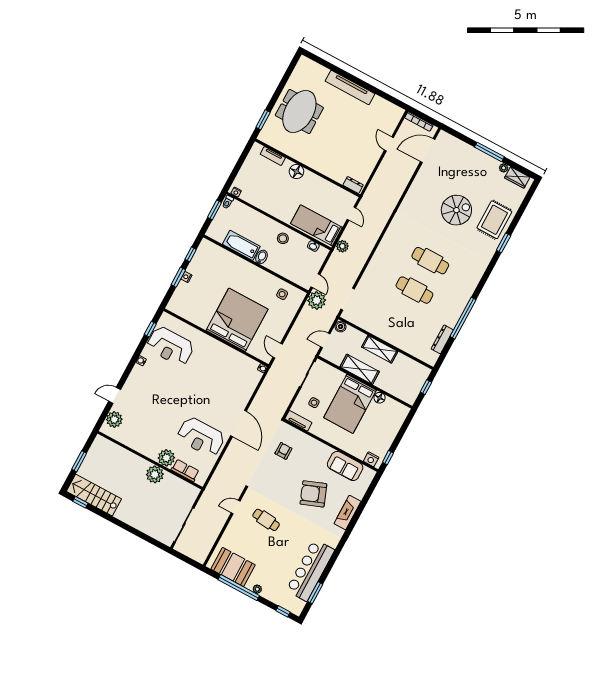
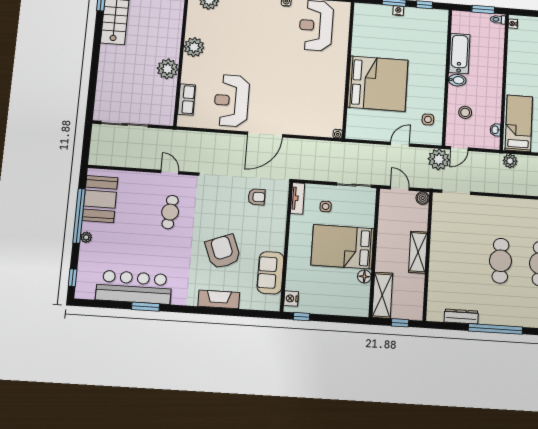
stool: (283, 238) -> (465, 112), moved
door: (278, 351) -> (400, 144), moved
shelving: (360, 369) -> (382, 295), moved
plant: (166, 458) -> (194, 47), moved
window: (315, 593) -> (146, 307), moved

